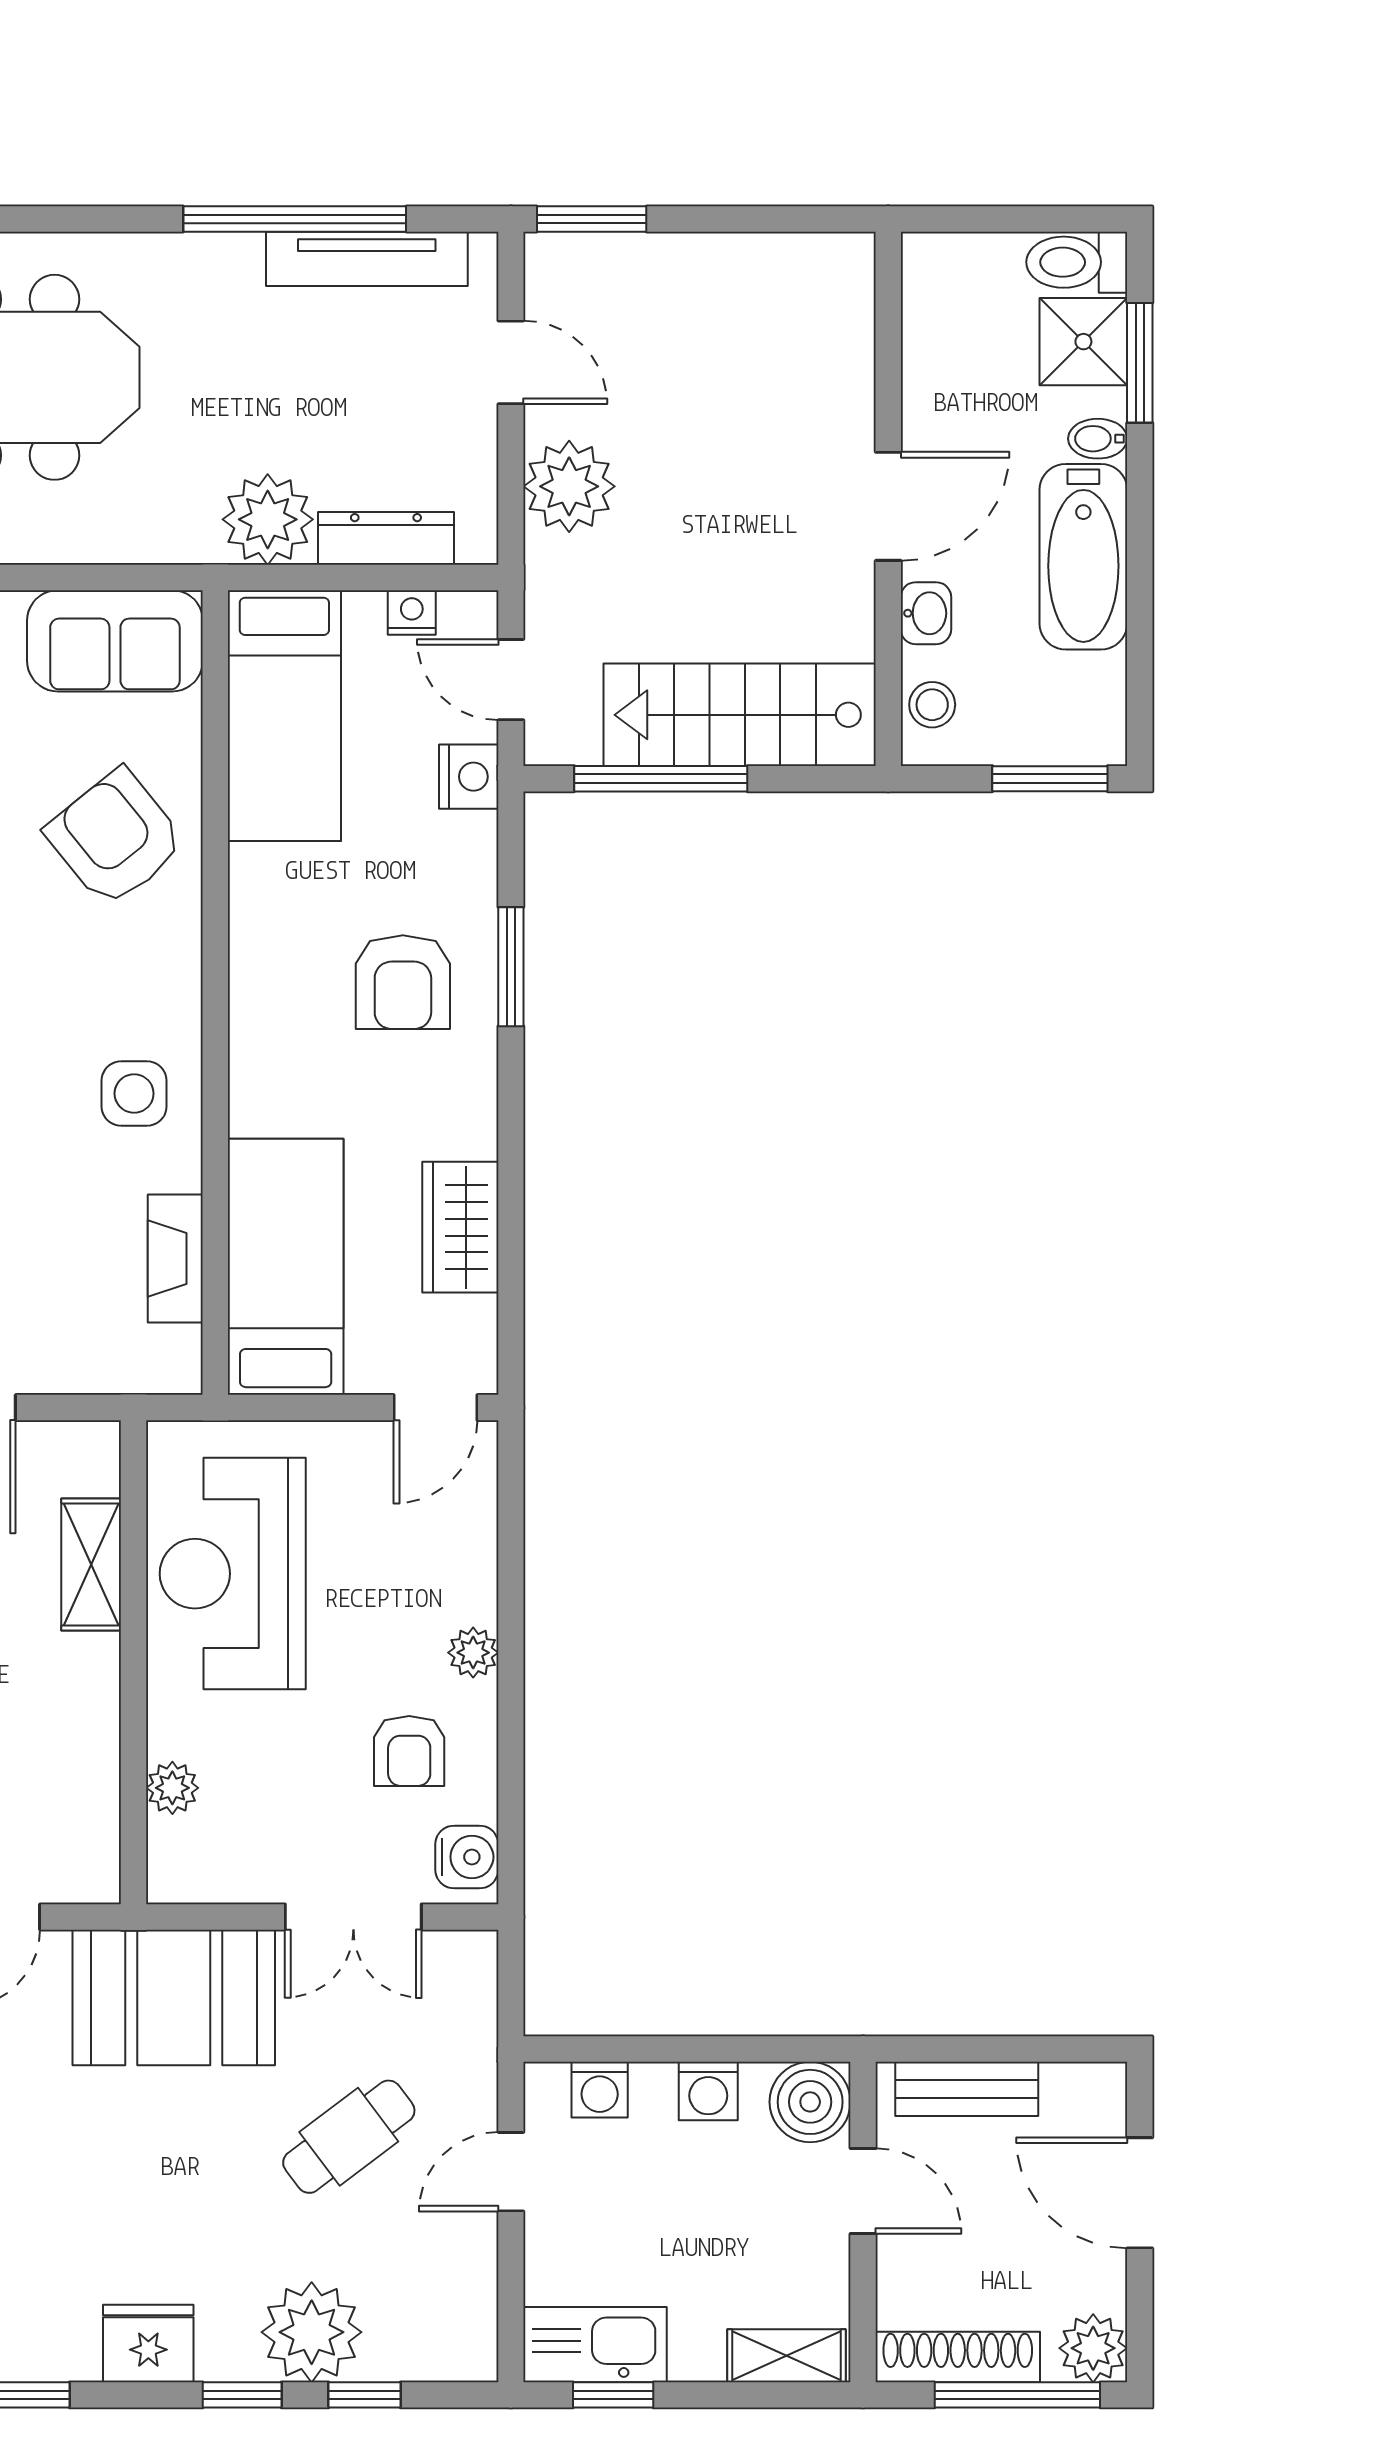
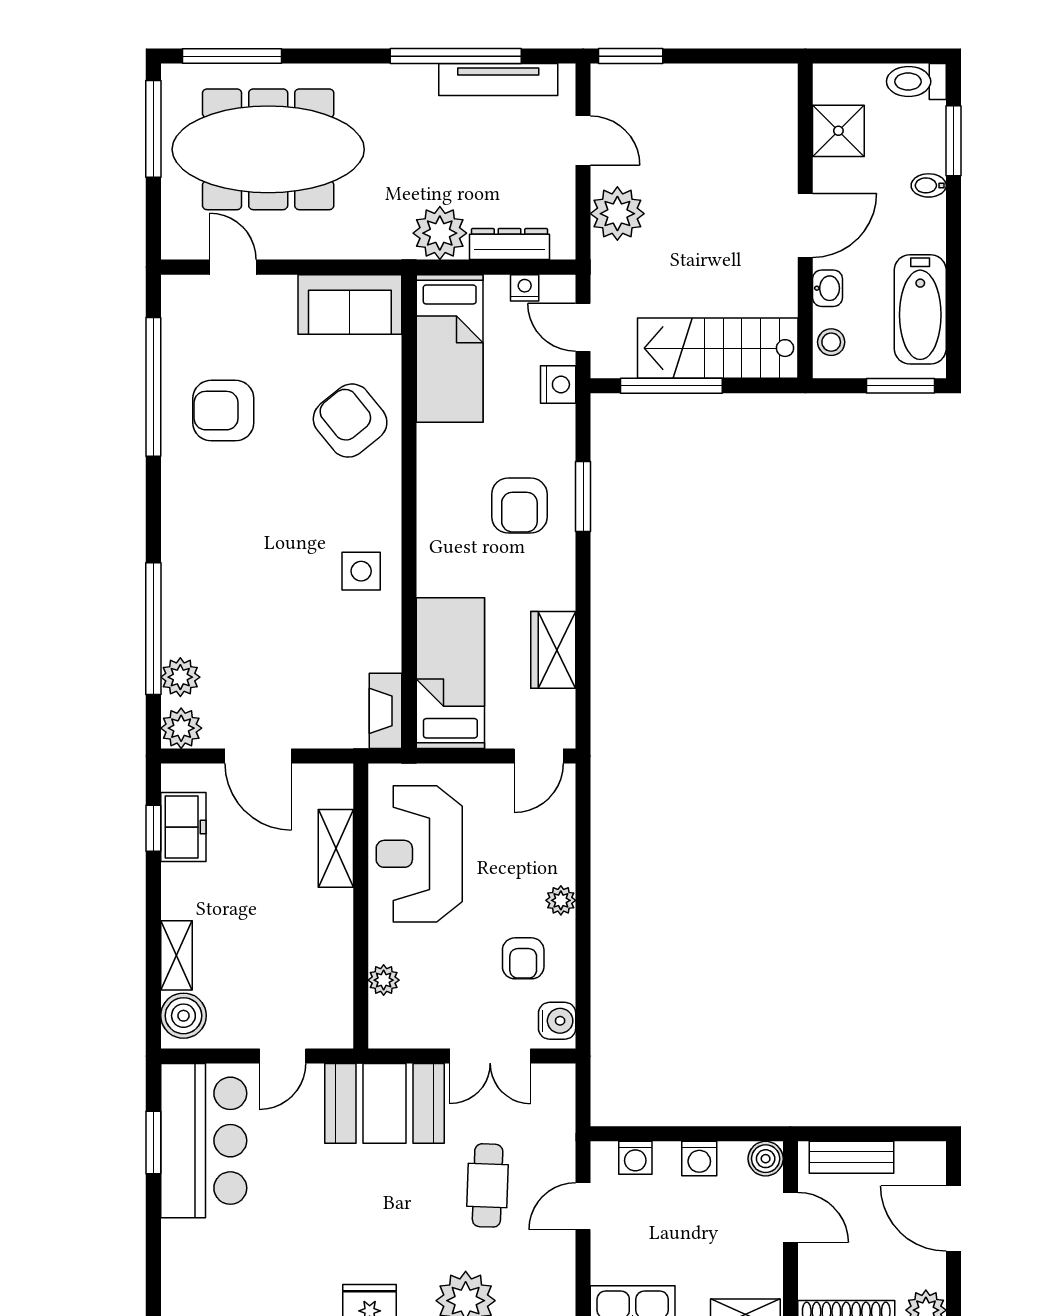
shower: (1083, 342) -> (838, 131), moved
bathtub: (1083, 557) -> (920, 309), moved
fireplace: (175, 1259) -> (385, 711), moved
boiler: (810, 2102) -> (766, 1159), width x0.73, depth x0.73
cafe table: (349, 2137) -> (488, 1185), turned -51

